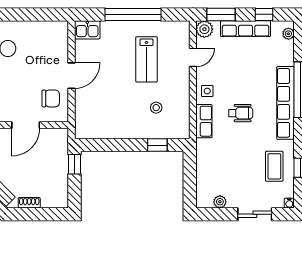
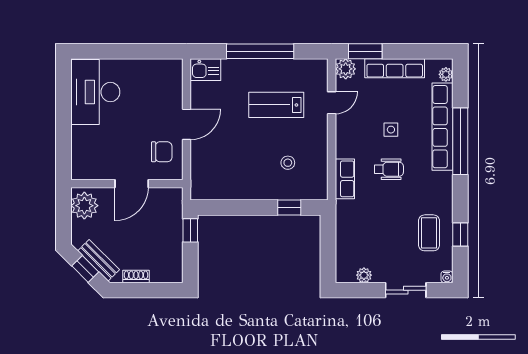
window: (264, 14) -> (417, 51), removed
lab bench: (147, 59) -> (276, 105), turned 90
side table: (207, 91) -> (391, 130), moved
row of seats: (286, 103) -> (442, 127), moved

